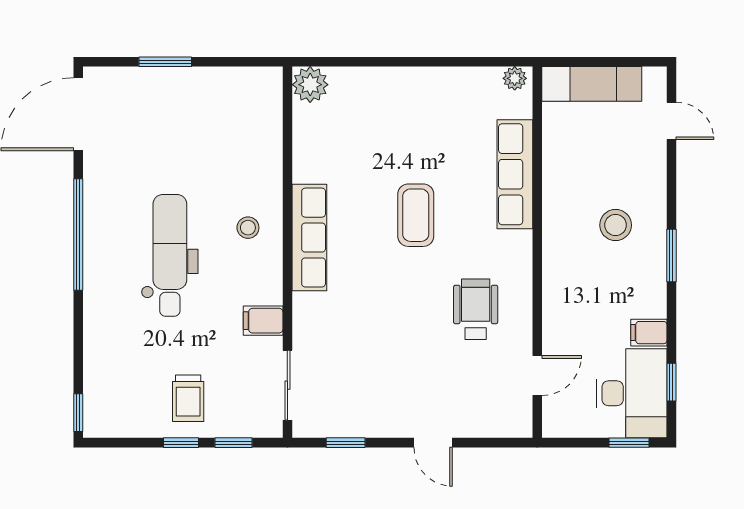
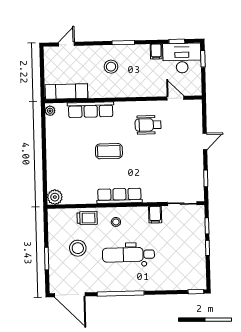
exam couch: (592, 84) -> (66, 91), moved, turned -90
stool: (188, 136) -> (78, 248), added
trolley: (188, 398) -> (87, 218), moved

